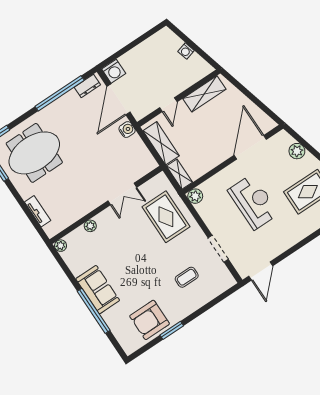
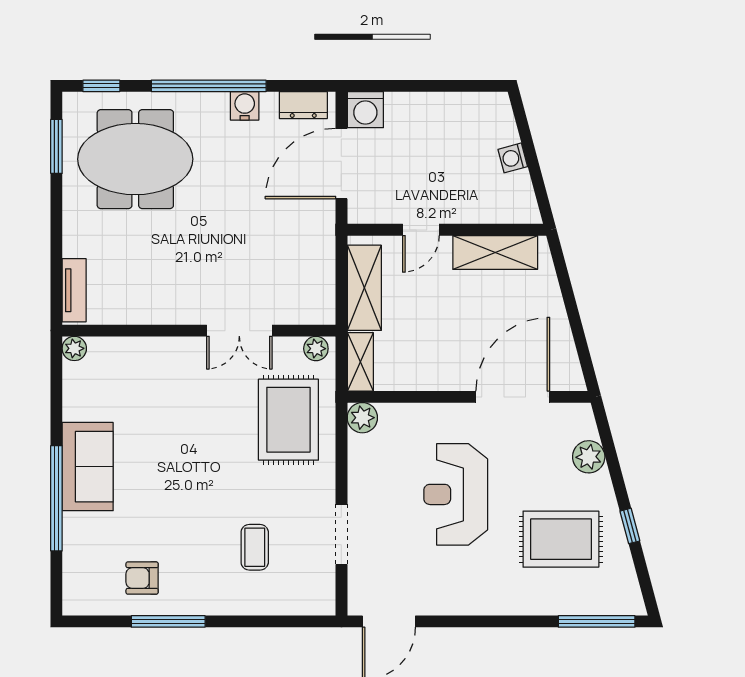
window: (60, 93) -> (209, 86), moved
water cooler: (127, 130) -> (245, 106), moved, turned -90
reception desk: (253, 202) -> (456, 494), turned 180
tv unit: (38, 211) -> (74, 290), moved
plant: (90, 226) -> (316, 349), moved
coffee table: (187, 277) -> (255, 547), turned 90
armchair: (150, 320) -> (142, 578), width x0.53, depth x0.53
window: (172, 330) -> (168, 621), width x1.44

